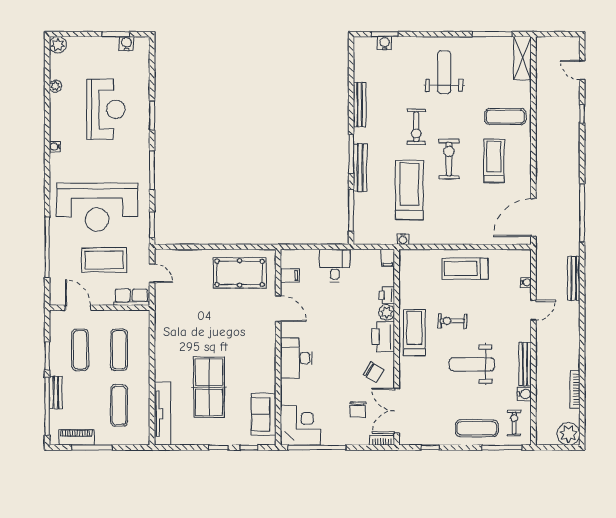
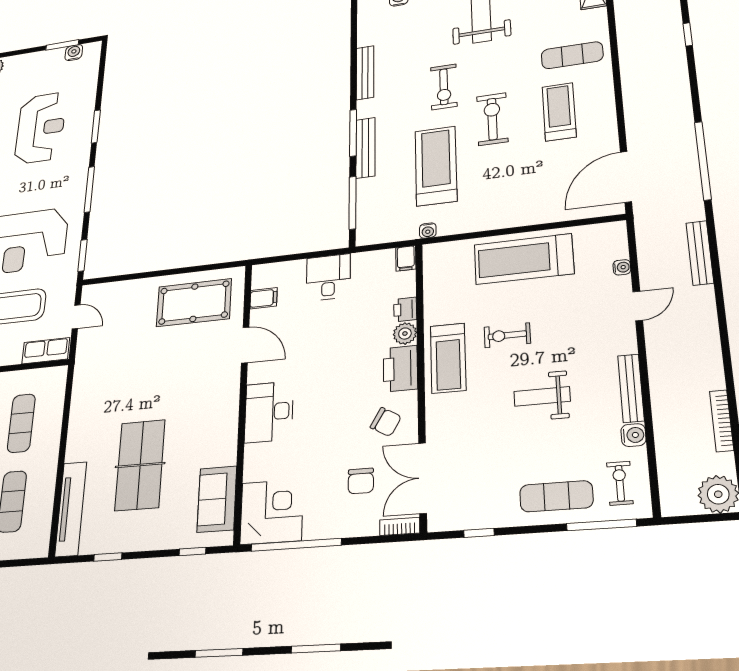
treadmill: (465, 269) -> (524, 259), width x1.37, depth x1.38
treadmill: (414, 333) -> (448, 358), turned 180
weight bench: (472, 364) -> (542, 396), width x0.73, depth x0.75
window: (218, 448) -> (108, 557), moved

